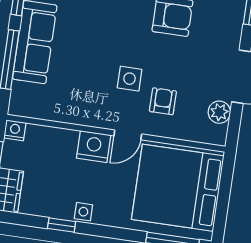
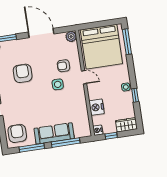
plant: (219, 112) -> (71, 36), moved
nightstand: (94, 147) -> (97, 107), moved

